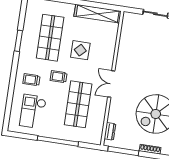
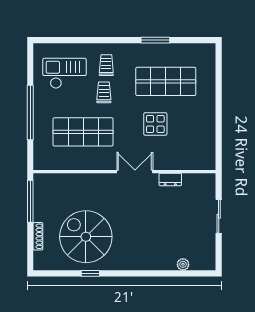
shelving: (98, 14) -> (207, 139), removed
trolley: (59, 77) -> (104, 92), moved
double door: (111, 84) -> (135, 172), moved
dresser: (110, 131) -> (170, 179), moved

